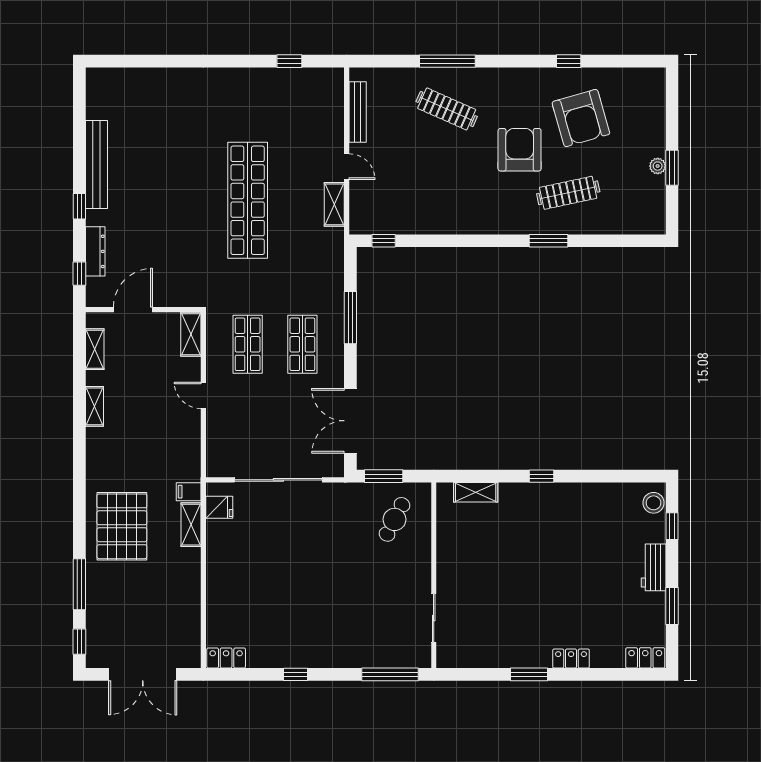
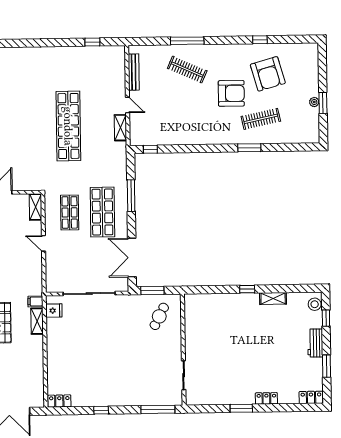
armchair: (520, 150) -> (231, 93), turned 90
shop shelf: (302, 344) -> (102, 212), width x1.43, depth x1.36
shelving: (476, 492) -> (273, 298), moved

